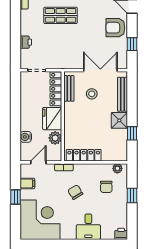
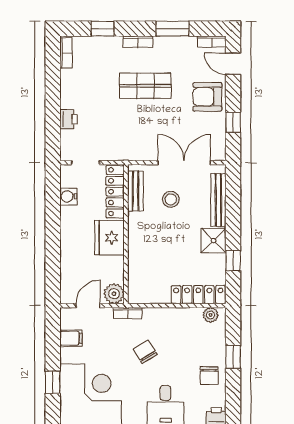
shop shelf: (61, 15) -> (145, 86), moved
water cooler: (26, 137) -> (68, 196), moved
plant: (55, 138) -> (114, 294), moved
locker: (84, 155) -> (198, 295), moved
chair: (106, 187) -> (209, 376), moved
window: (16, 197) -> (53, 382), moved

